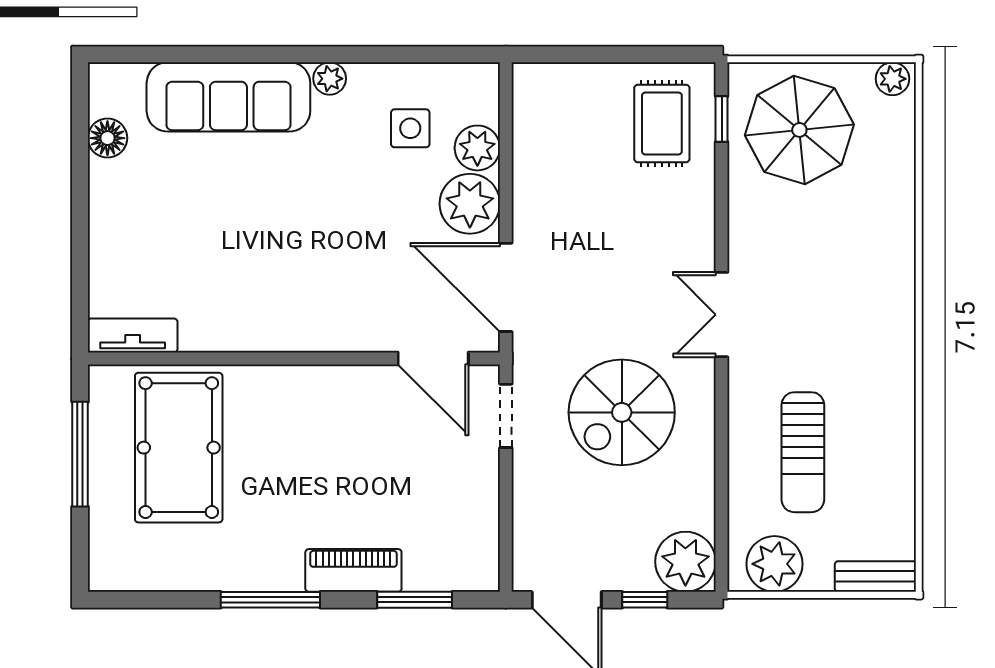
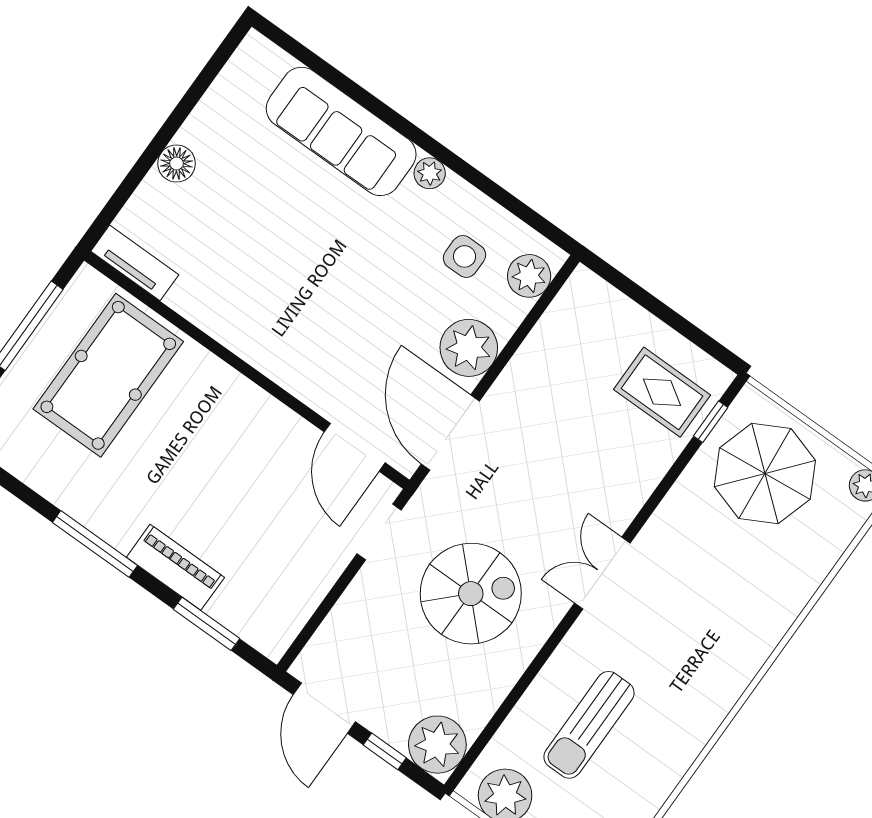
rug: (662, 123) -> (662, 392), turned 90
floor lamp: (107, 138) -> (177, 164), moved
plant: (477, 148) -> (529, 276), moved
spiral stairs: (622, 412) -> (471, 594), turned 180

